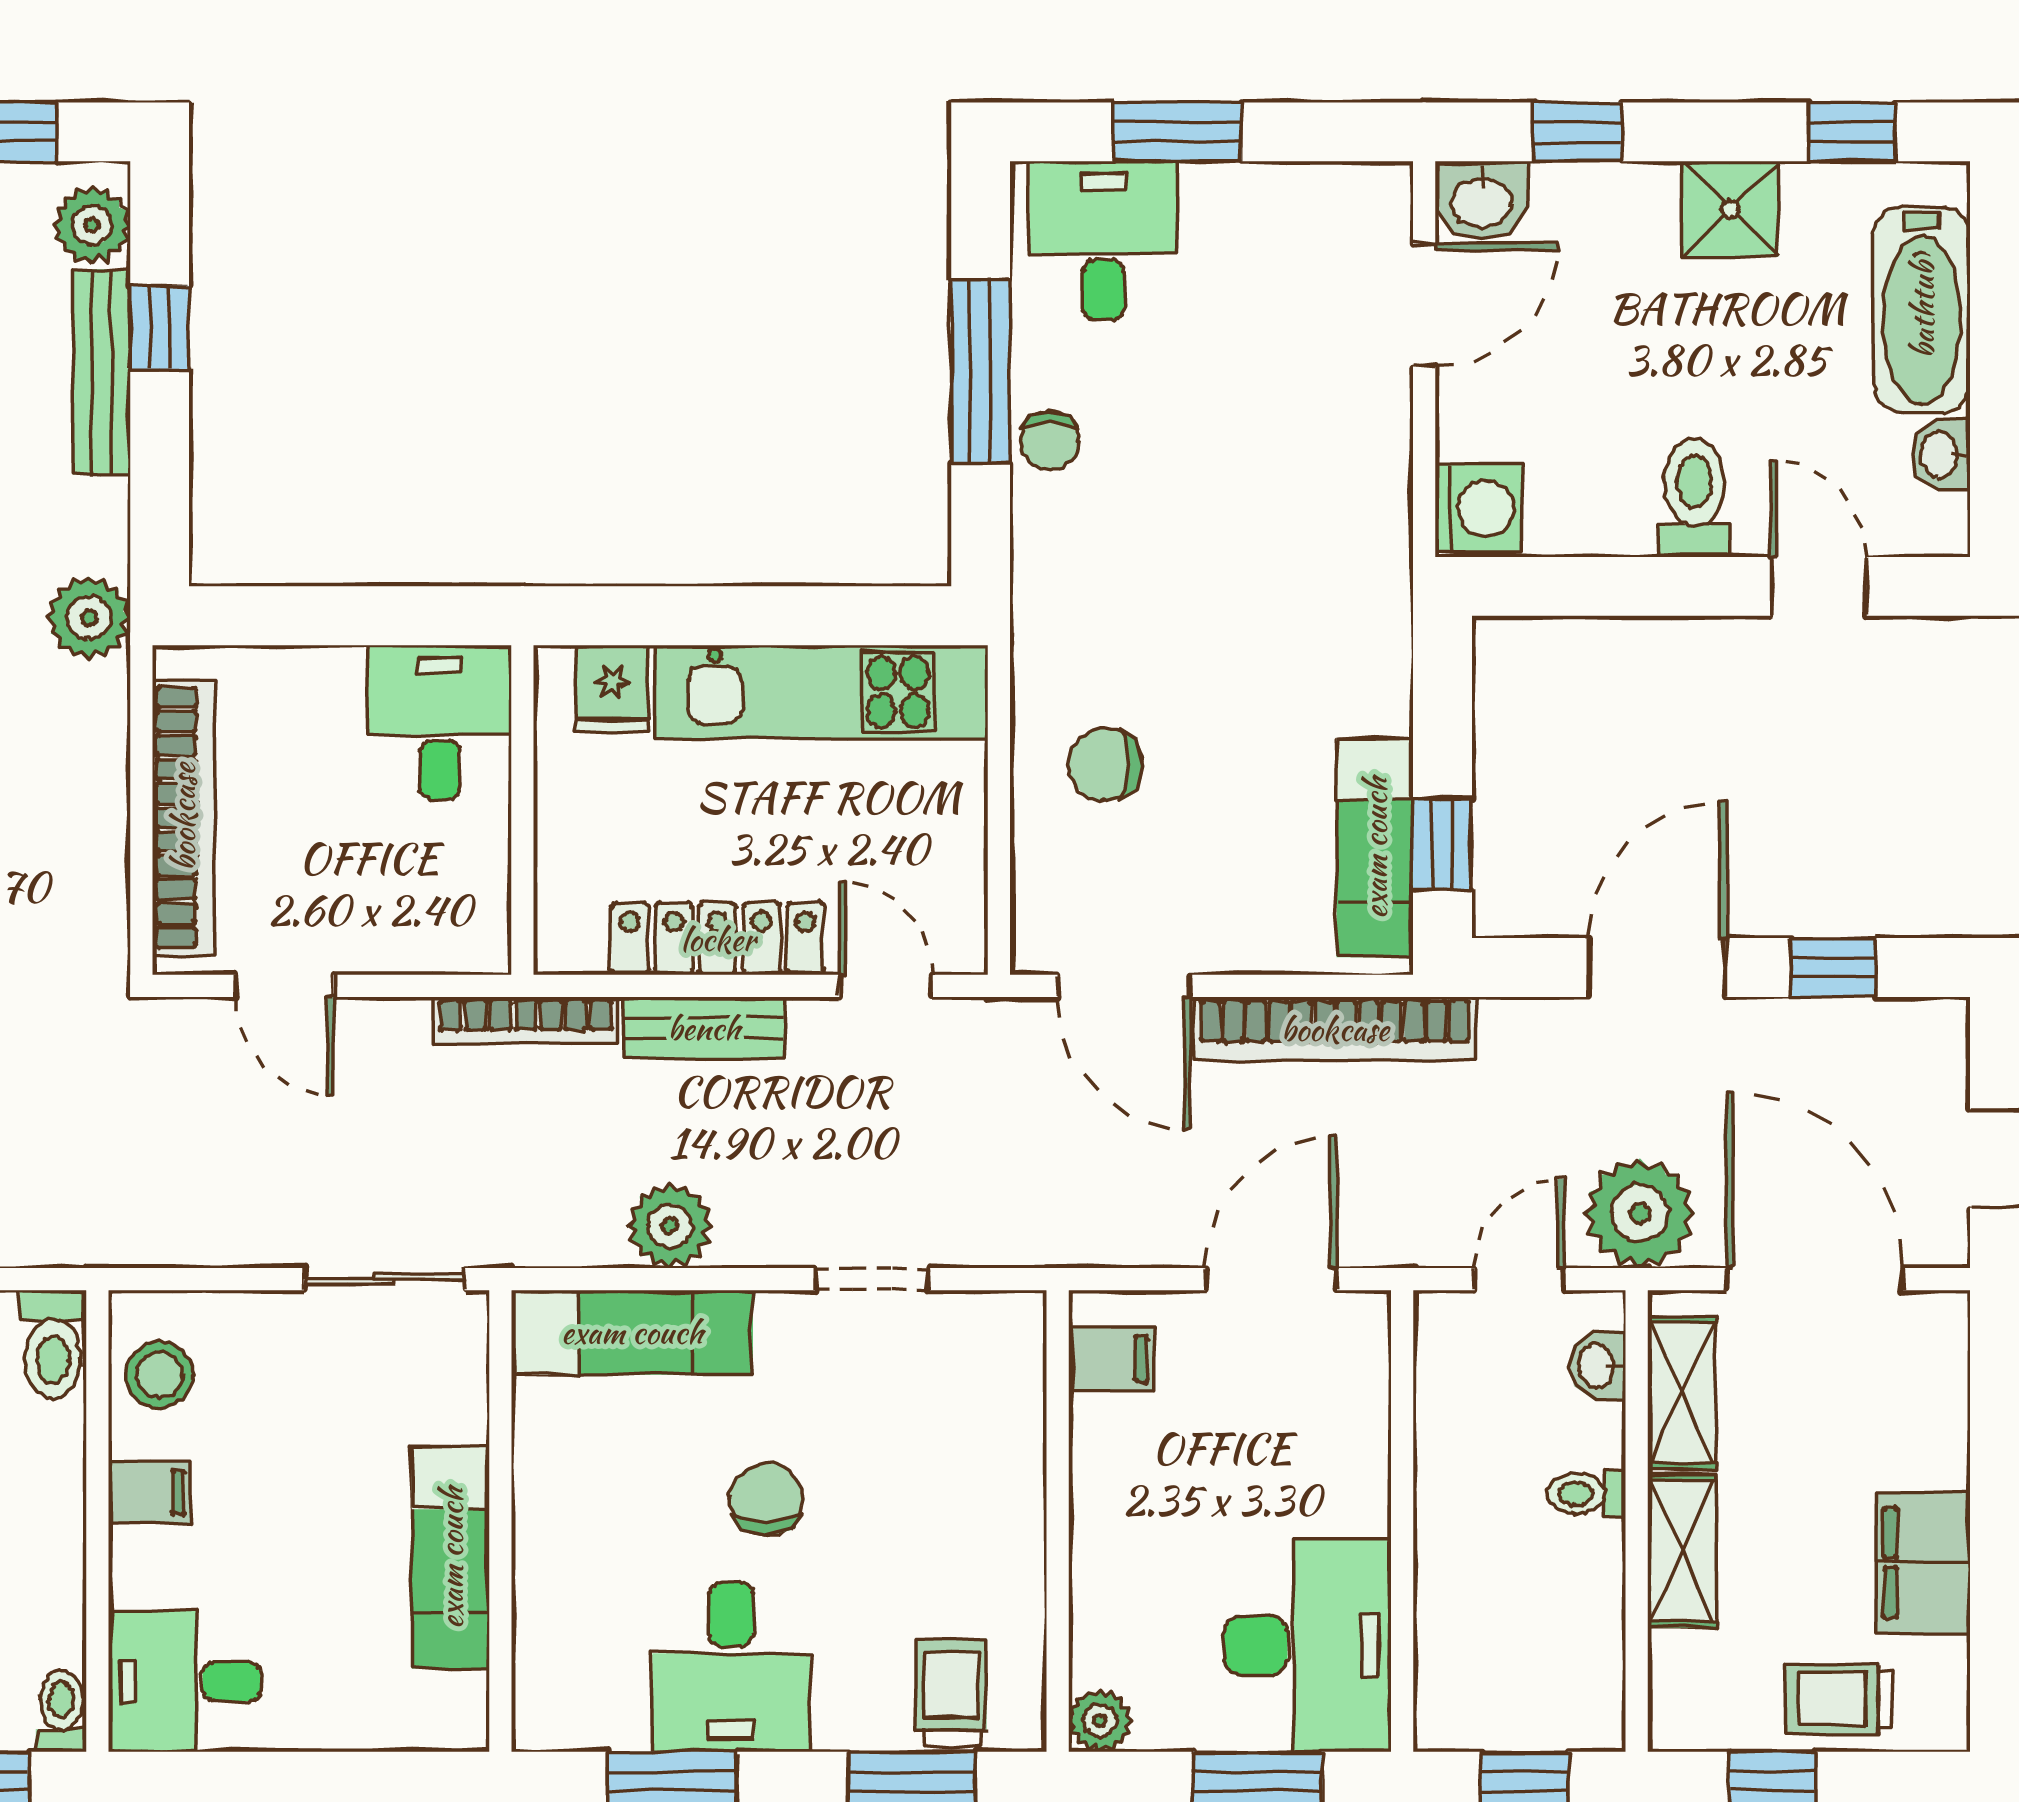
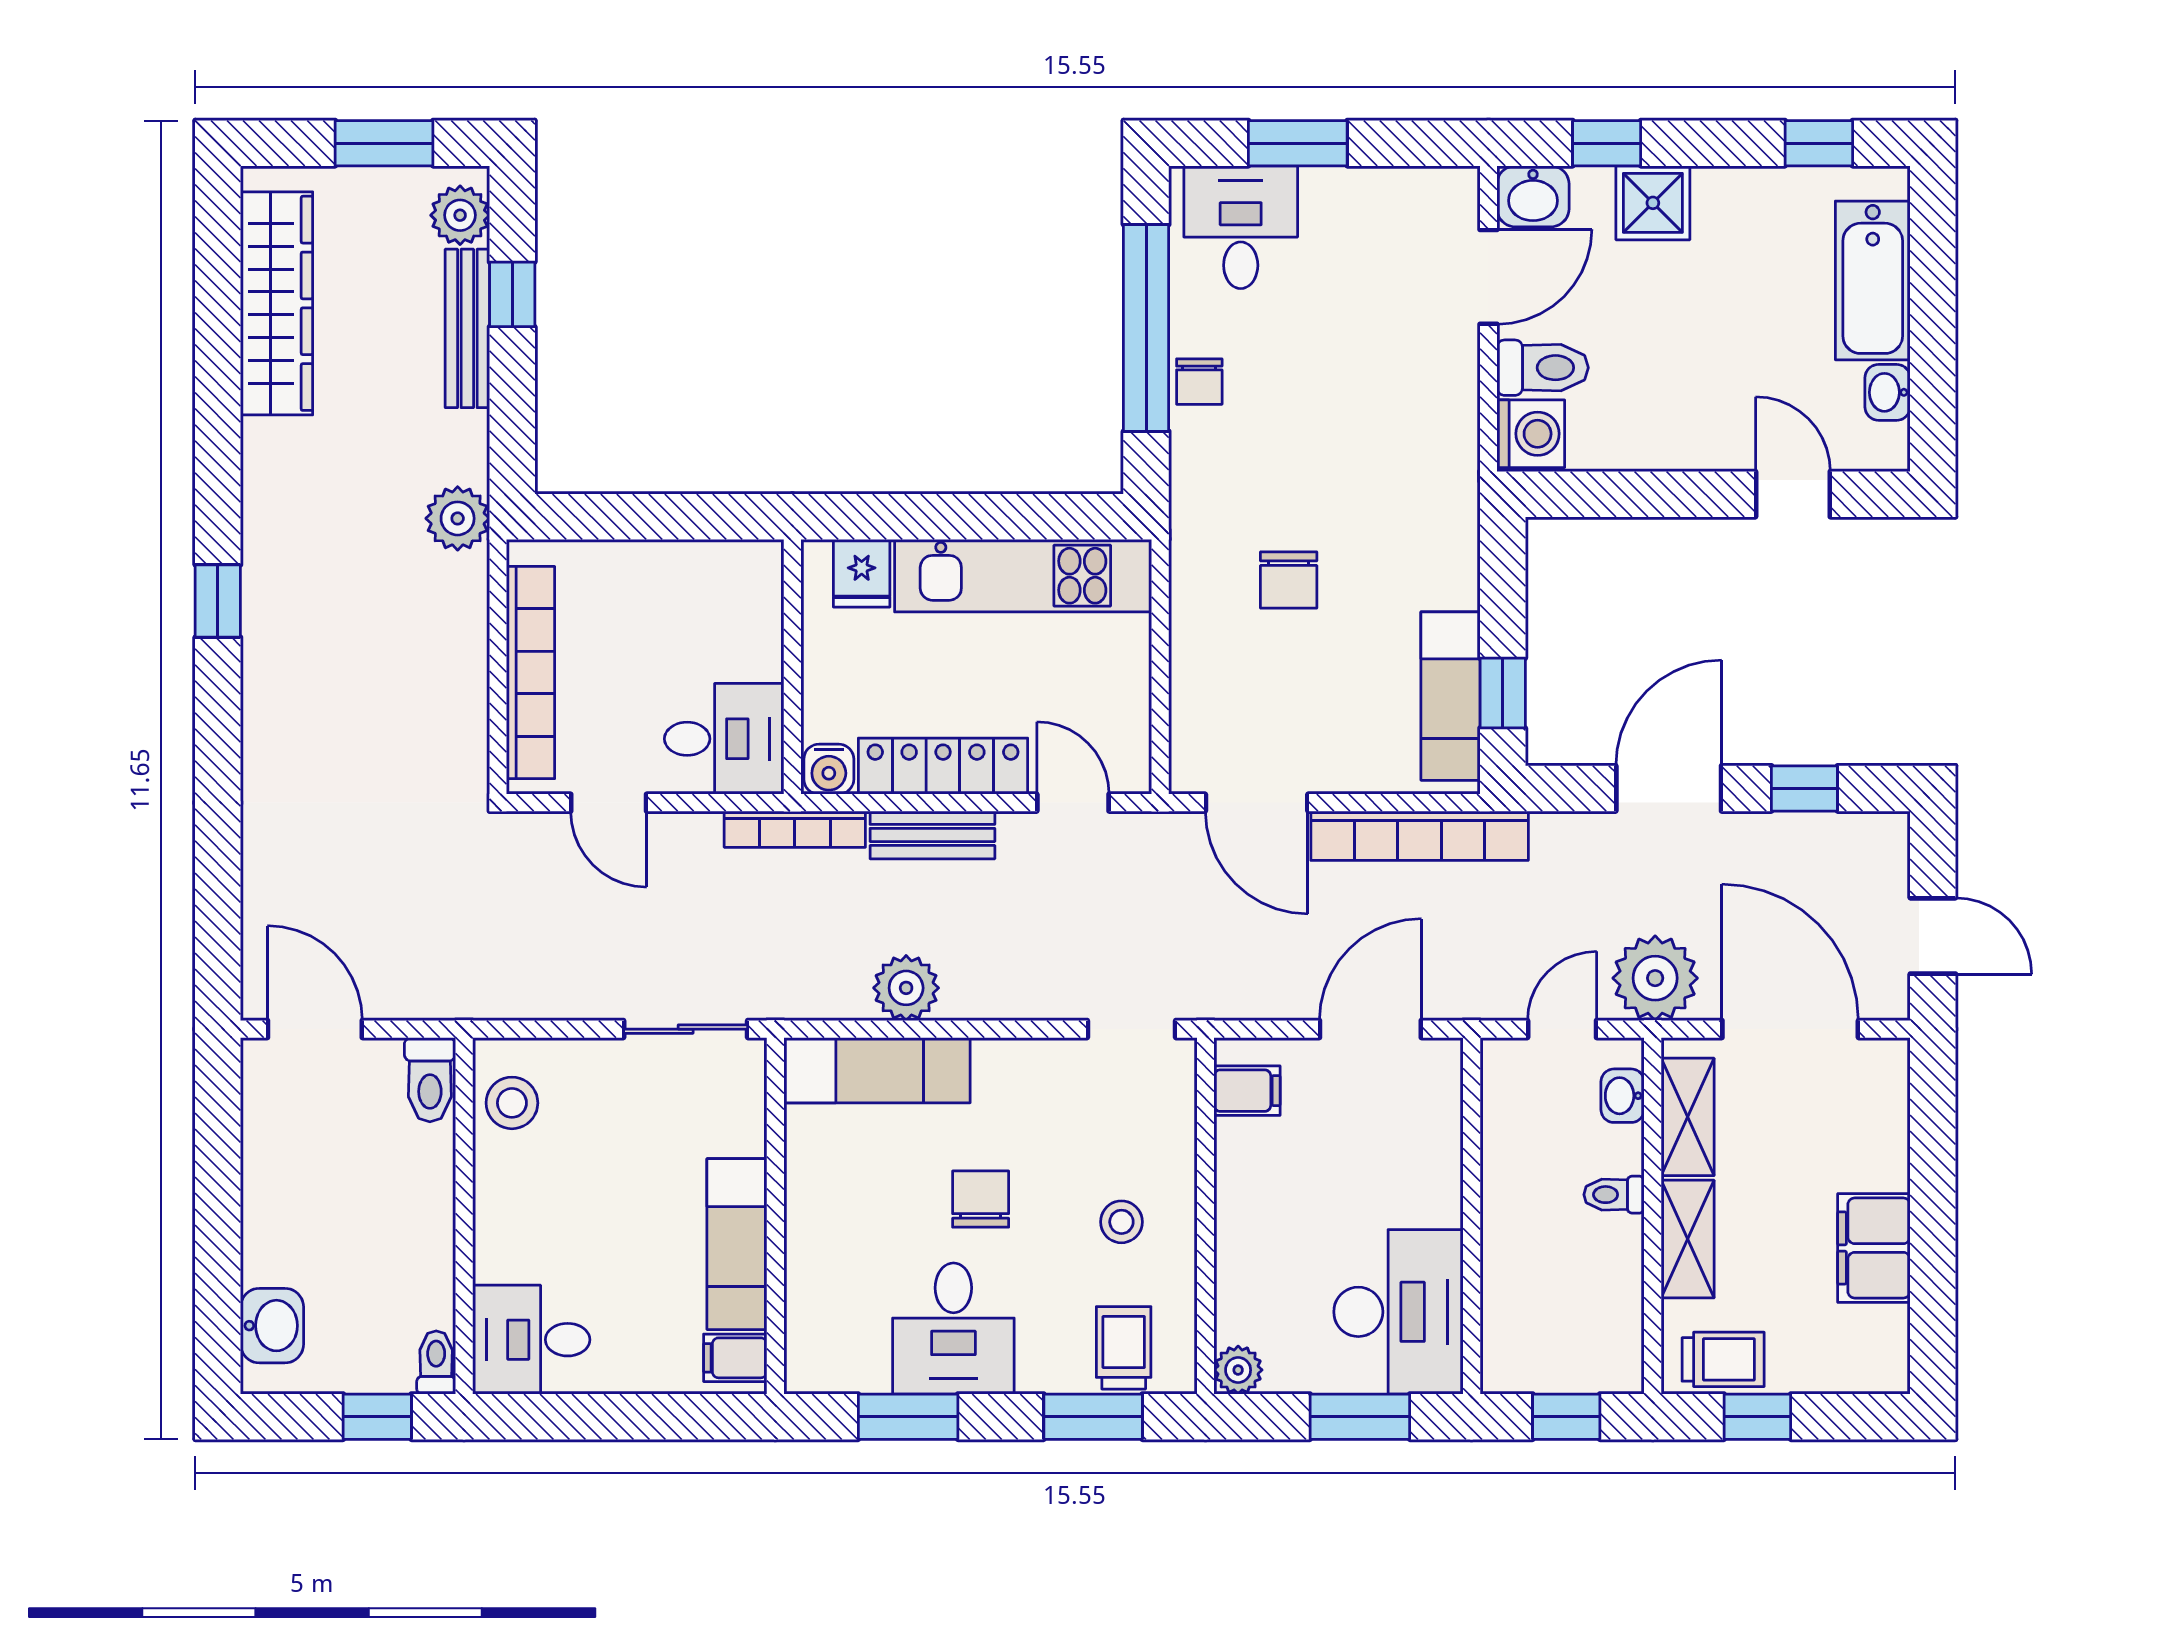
shower: (1730, 209) -> (1653, 203), moved
window: (981, 371) -> (1146, 328), width x1.46
toilet: (1694, 498) -> (1543, 368), moved, turned 90
desk: (440, 722) -> (724, 739), moved, turned 90
chair: (1105, 764) -> (1289, 580), moved, turned -90
water cooler: (570, 943) -> (829, 769), added
doorway: (872, 1279) -> (1131, 1029), moved
filing cabinet: (149, 1493) -> (735, 1358), moved, turned 180
stool: (949, 1529) -> (1121, 1222), added
trolley: (1839, 1699) -> (1723, 1359), moved, turned 180

